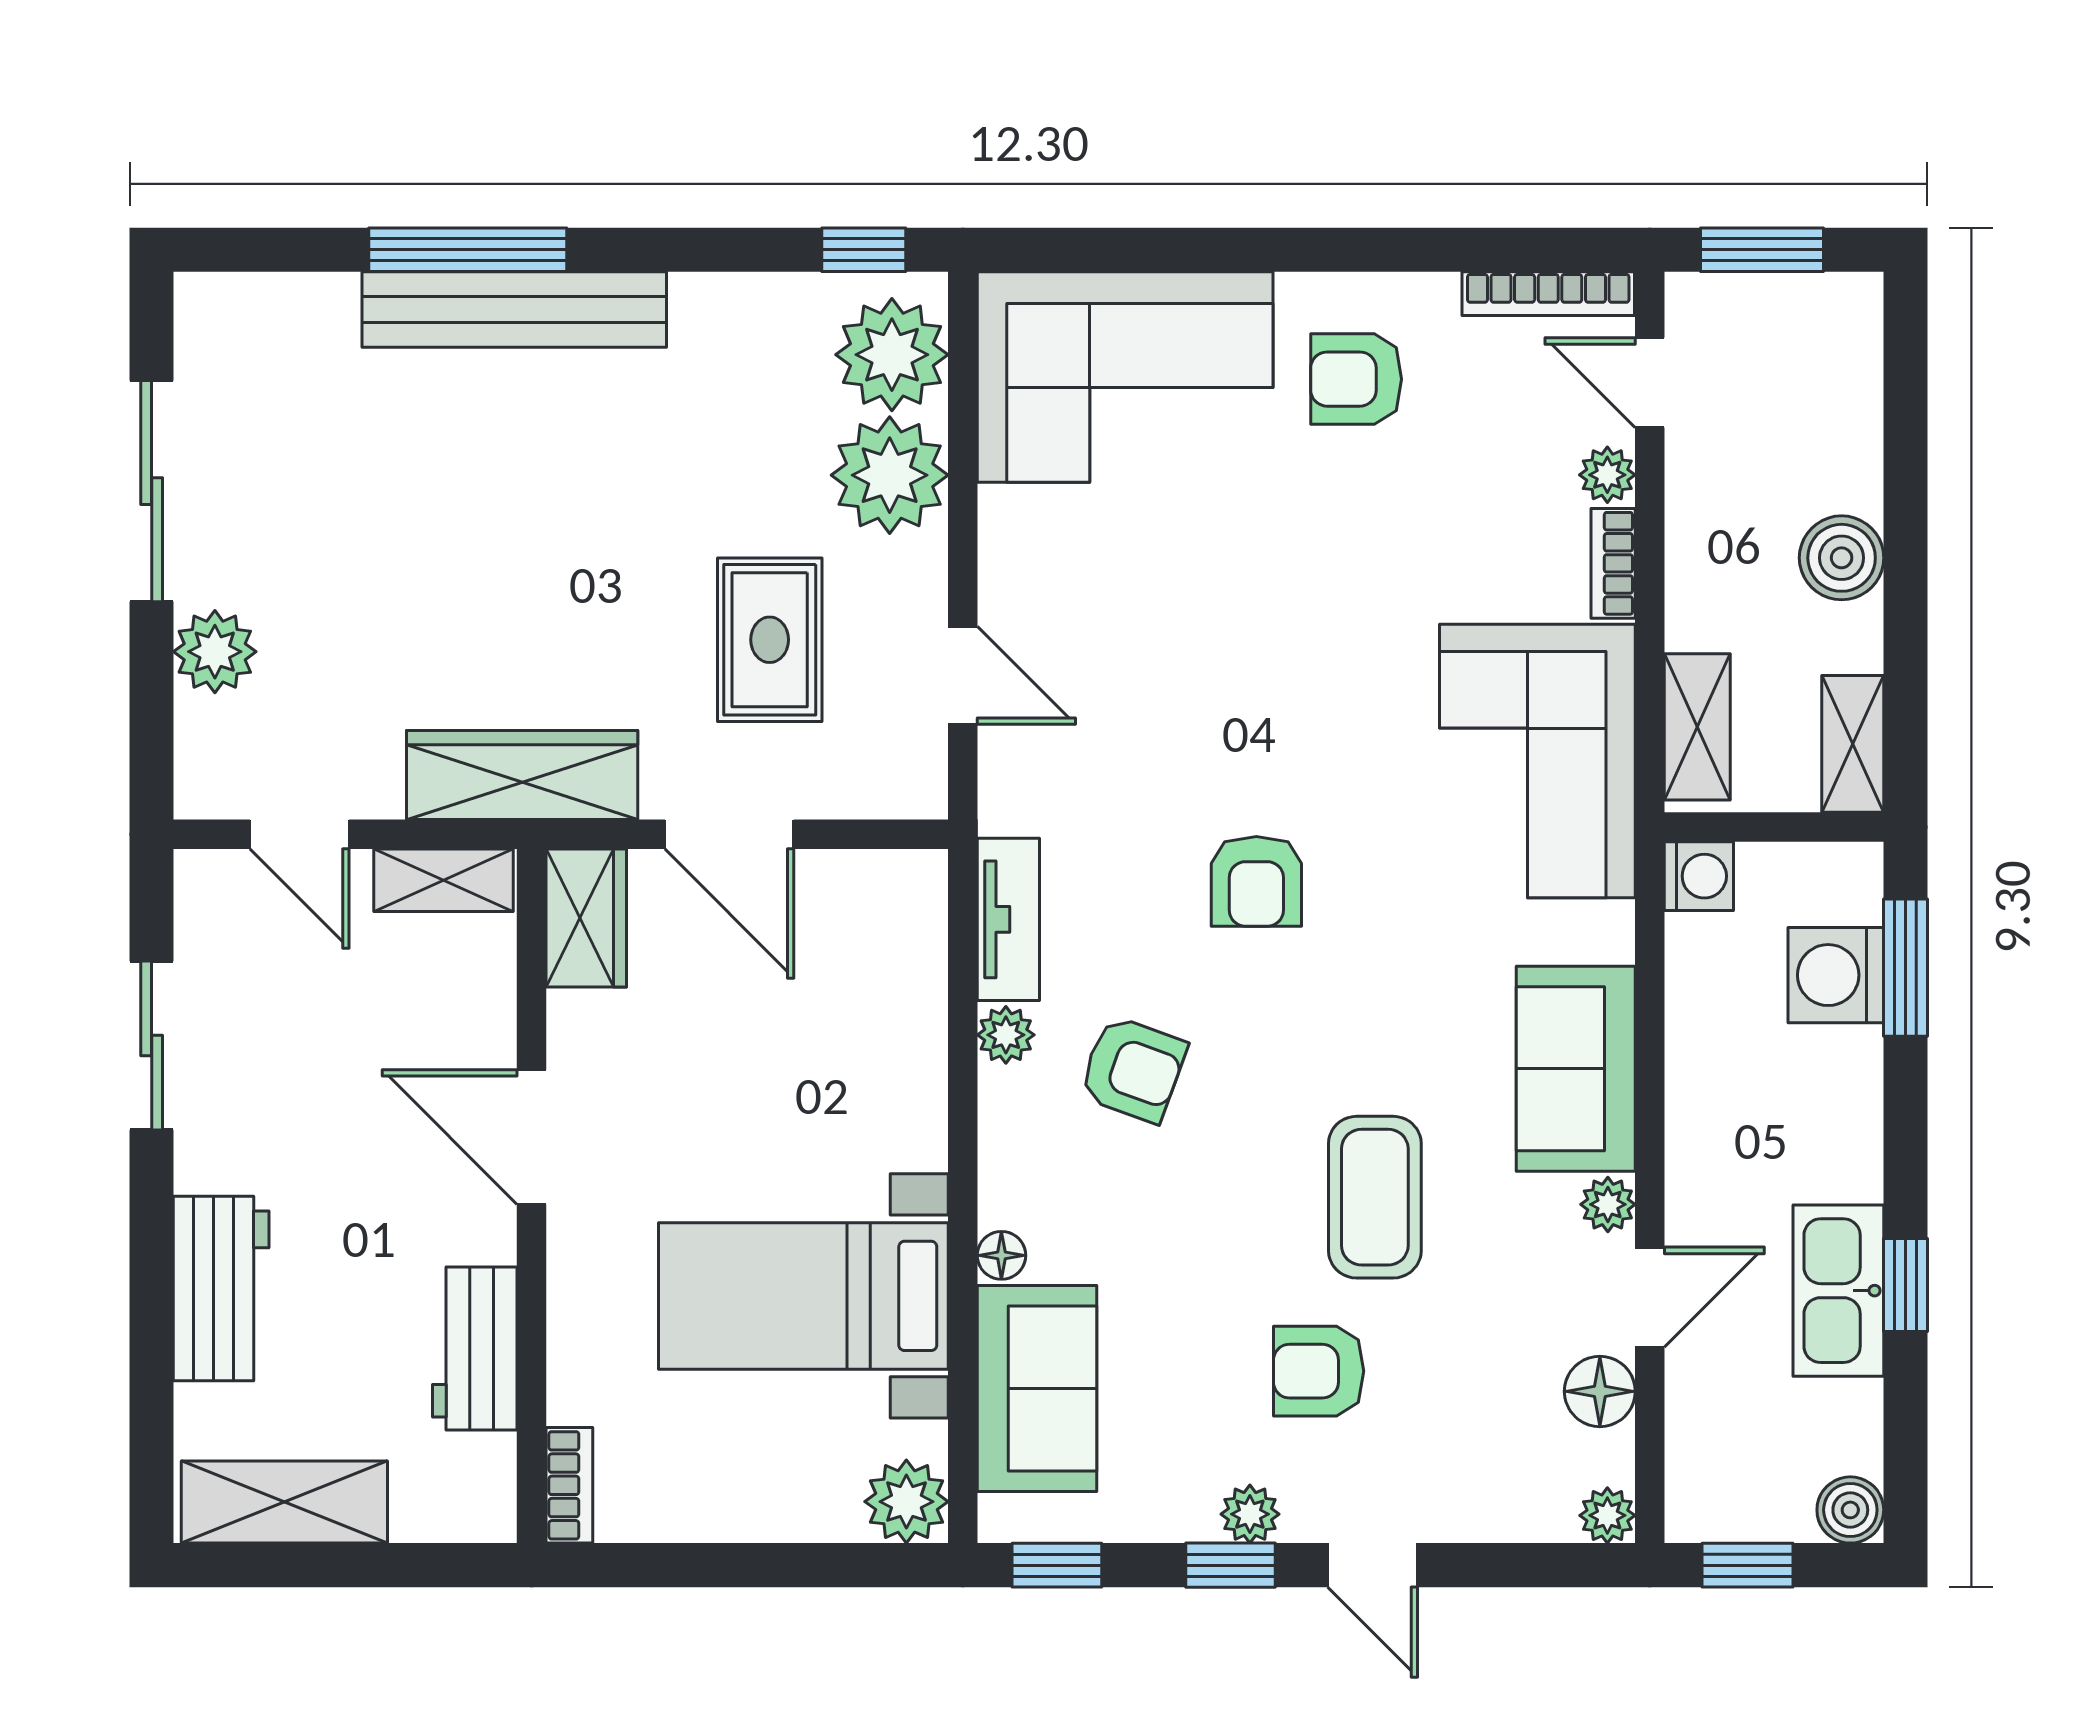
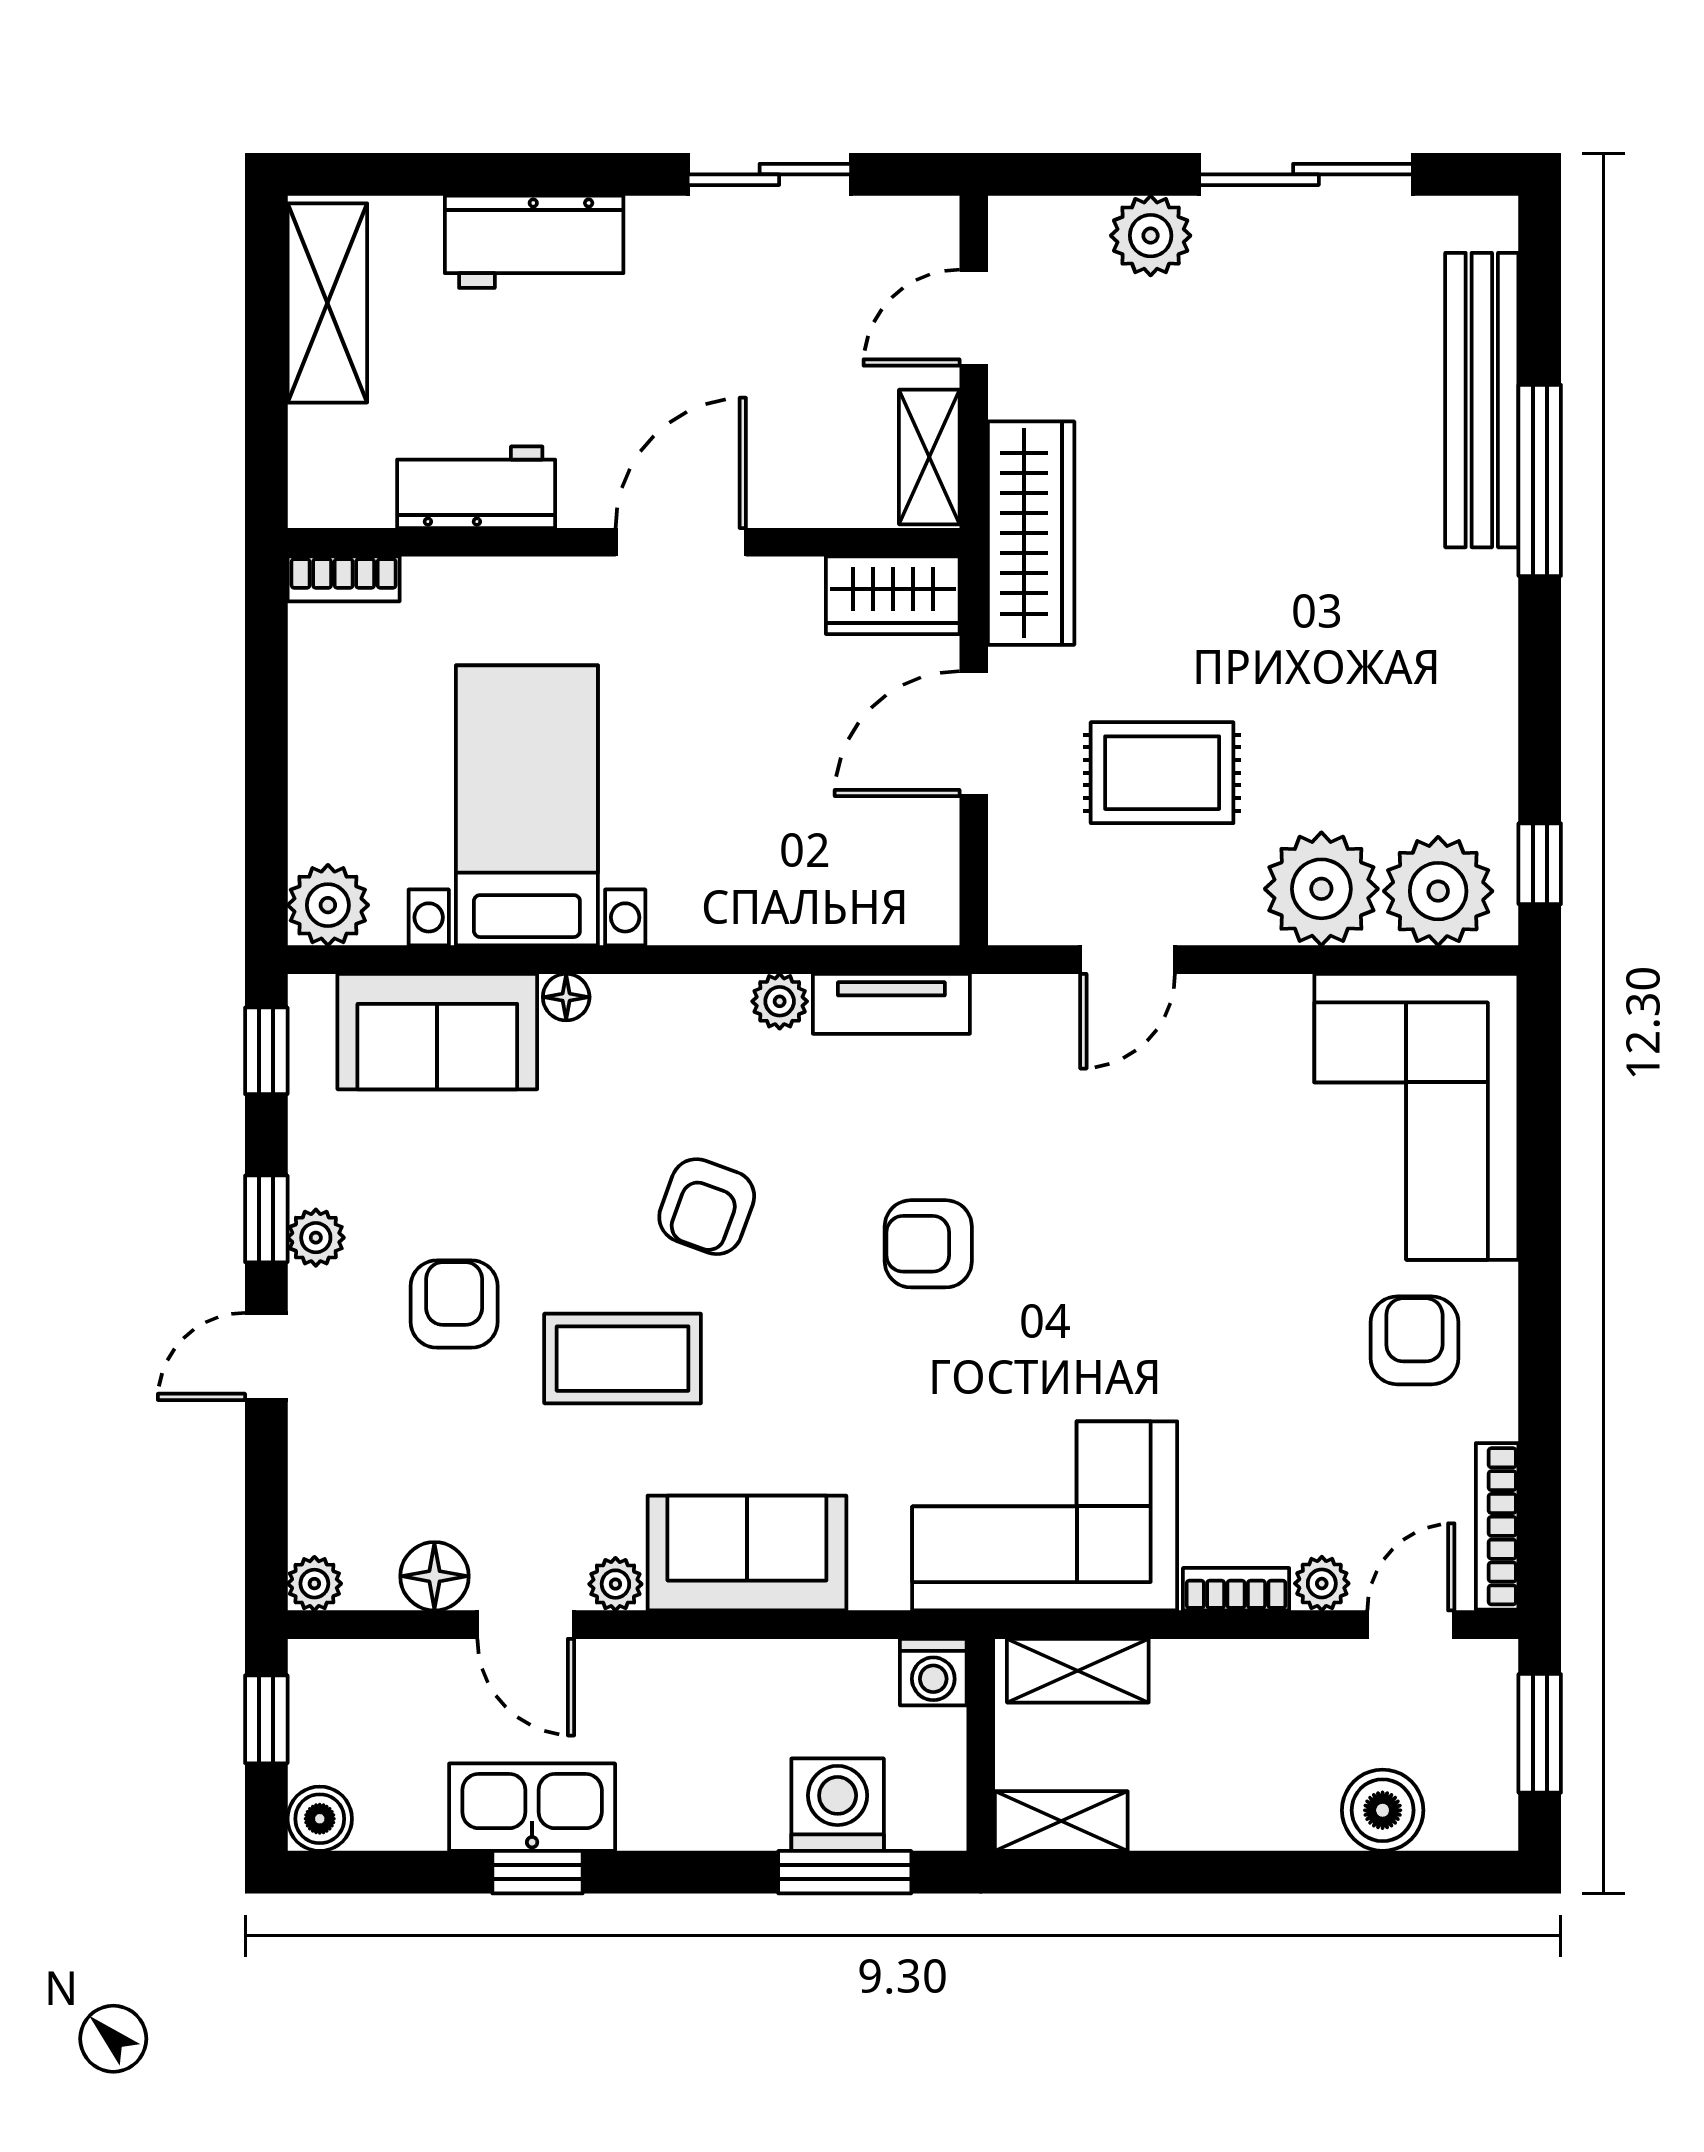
bench: (514, 309) -> (1482, 400), moved
boiler: (1842, 558) -> (1383, 1810), moved
armchair: (1133, 1069) -> (707, 1207), moved

